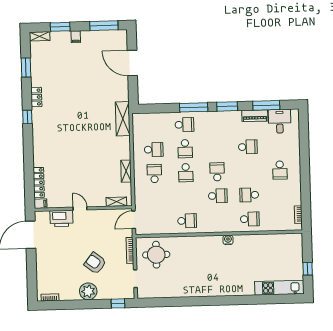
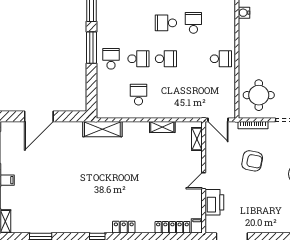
locker: (36, 97) -> (124, 227), moved
school desk: (154, 174) -> (166, 95), removed
school desk: (187, 221) -> (221, 59), turned 90
armchair: (95, 263) -> (252, 161), moved, turned -117

